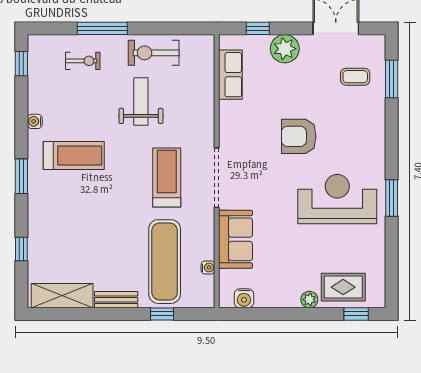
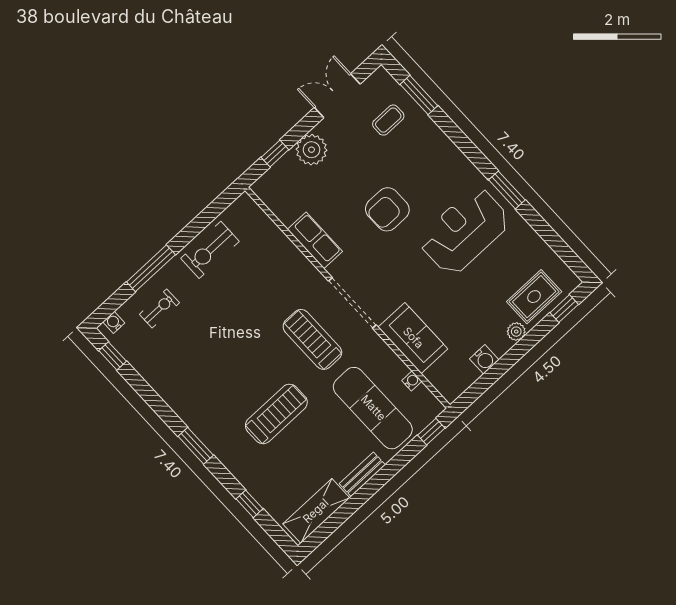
row of seats: (230, 75) -> (315, 240), moved
weight bench: (141, 102) -> (236, 298), removed
water cooler: (35, 121) -> (114, 322), moved, turned 90
treadmill: (74, 155) -> (276, 414), moved
water cooler: (244, 298) -> (484, 359), moved
window: (162, 314) -> (431, 432), moved

